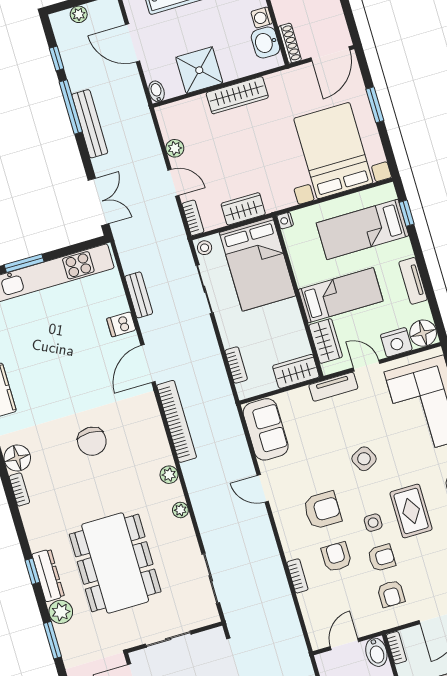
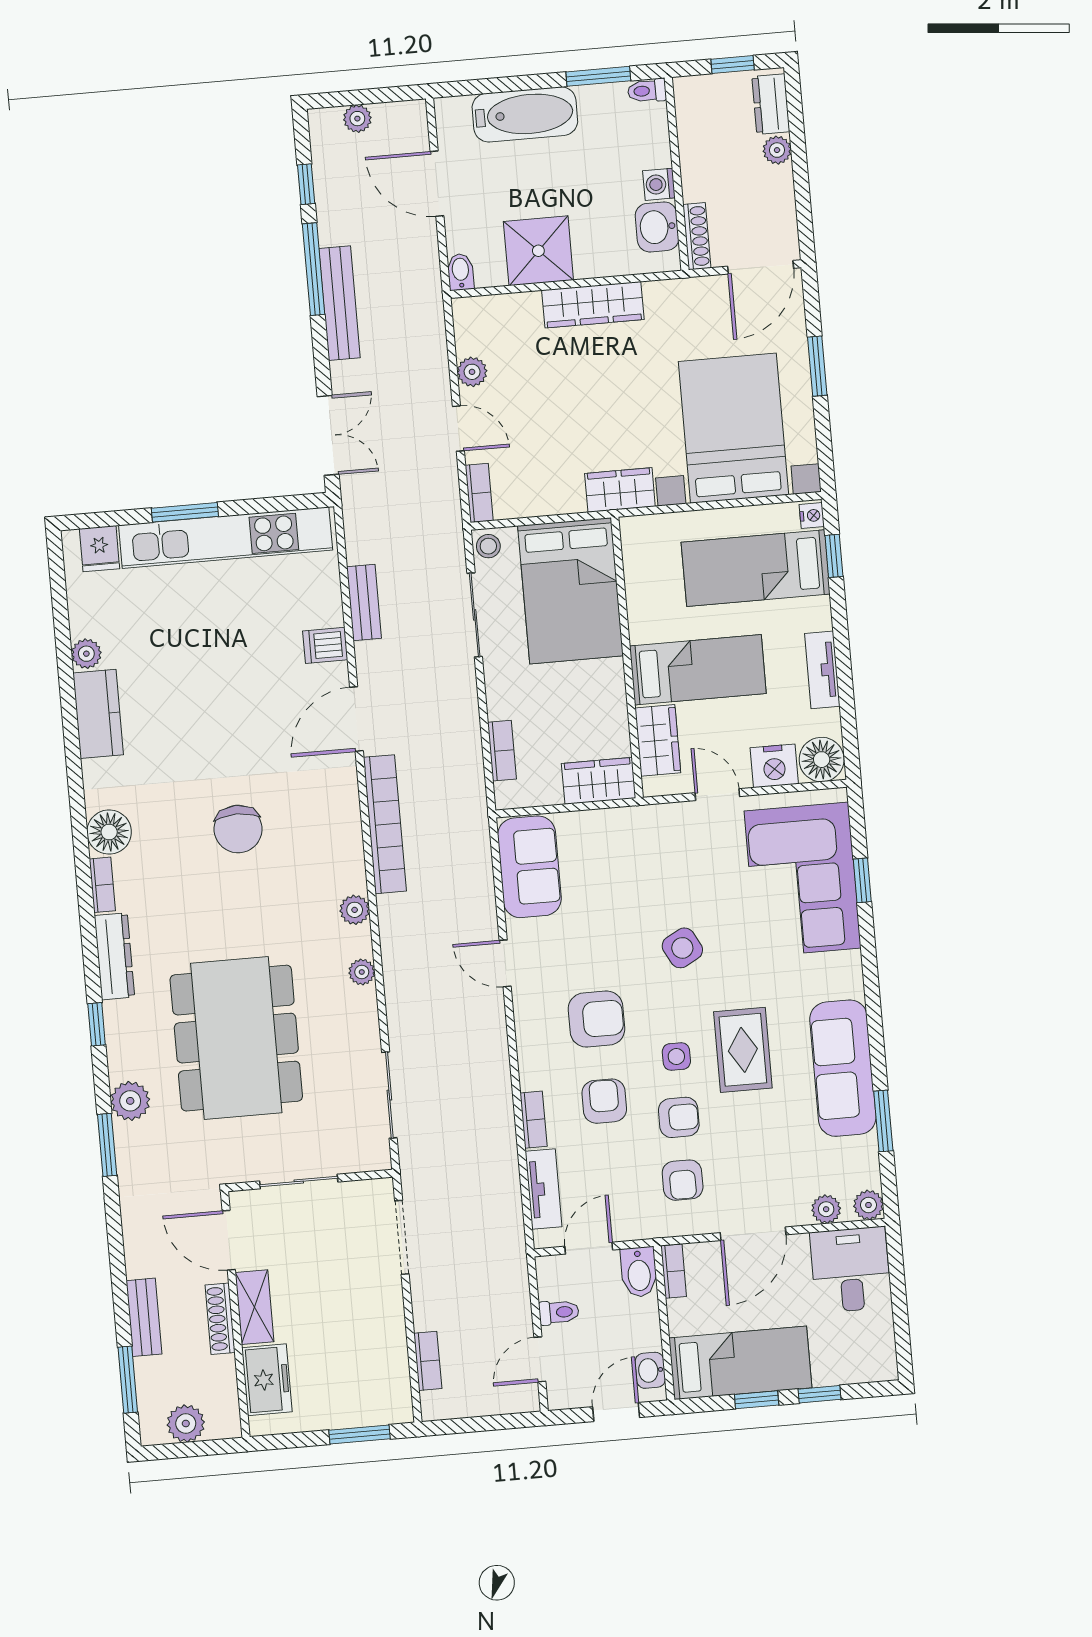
wardrobe: (243, 209) -> (620, 490), moved
nightstand: (285, 221) -> (812, 516), moved, turned 180
tv unit: (333, 387) -> (544, 1189), moved, turned -90
dresser: (48, 575) -> (114, 956), moved

